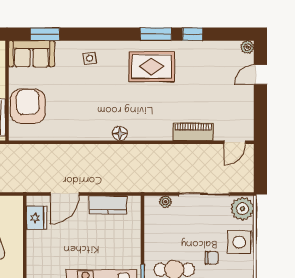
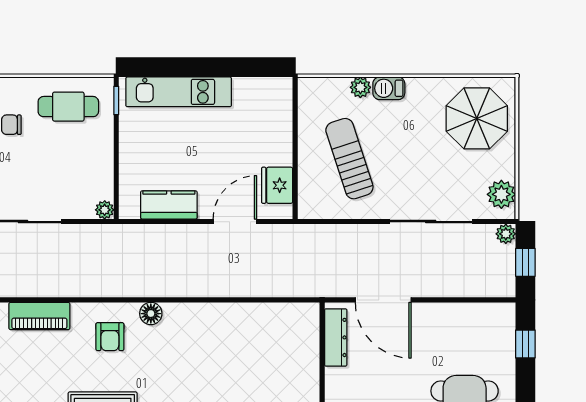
armchair: (28, 106) -> (110, 337), moved, width x0.53, depth x0.53
plant: (166, 202) -> (105, 210), moved

